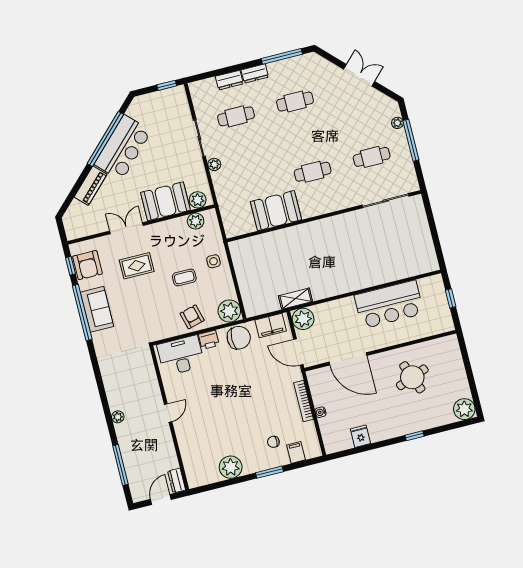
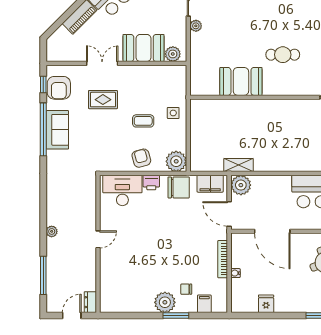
plant: (196, 221) -> (166, 73), removed
plant: (231, 467) -> (165, 302), moved

